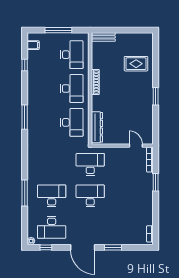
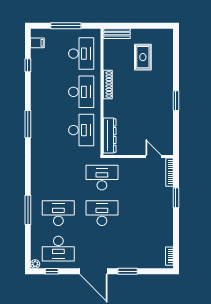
rug: (136, 64) -> (143, 57), moved, turned 90

